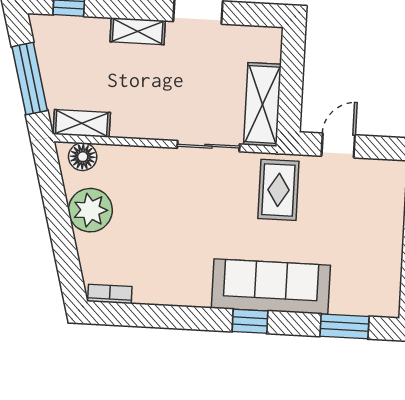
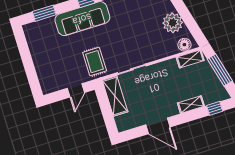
shelving: (138, 31) -> (191, 105), moved

